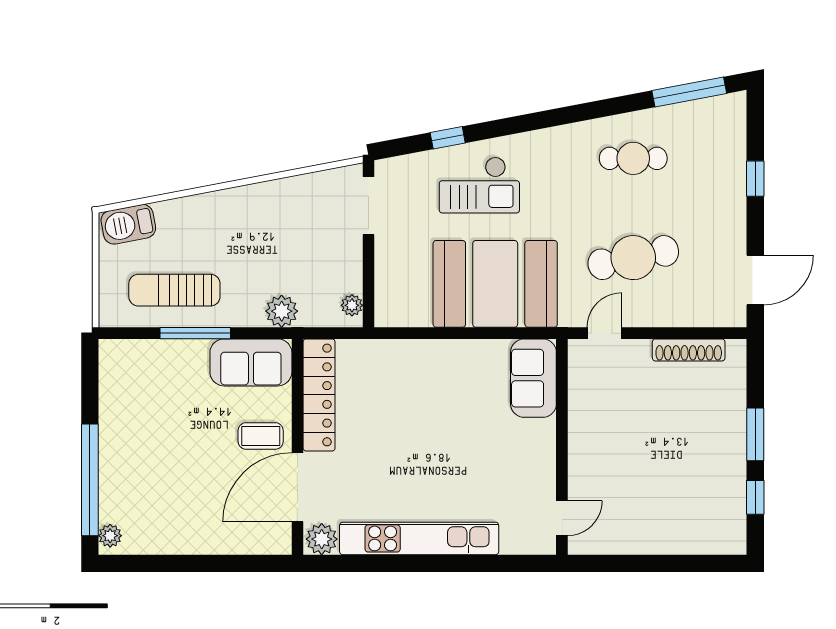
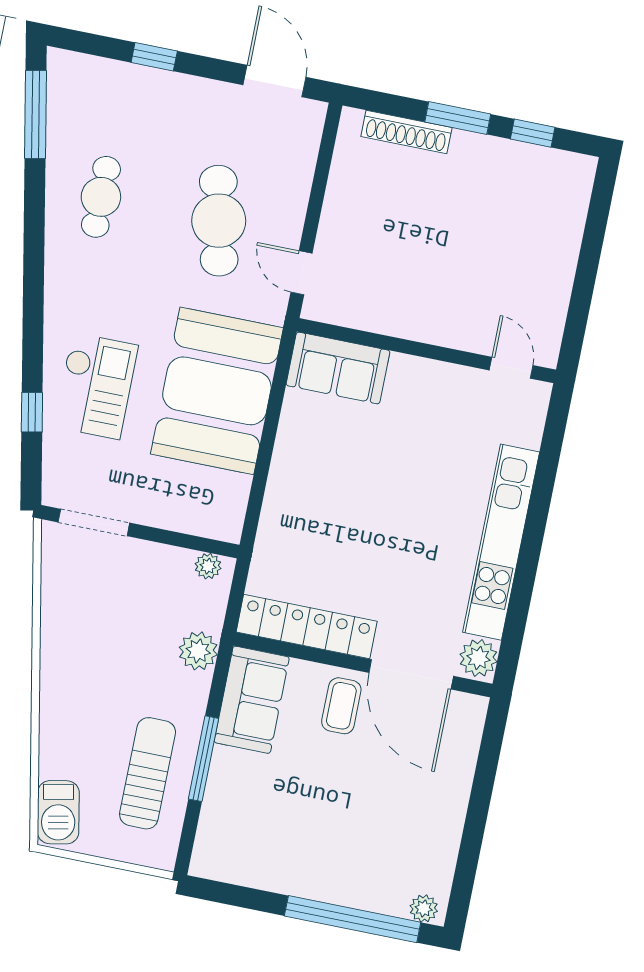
sun lounger: (174, 290) -> (148, 773), turned 180
shoe rack: (689, 350) -> (406, 132), moved, turned 90

